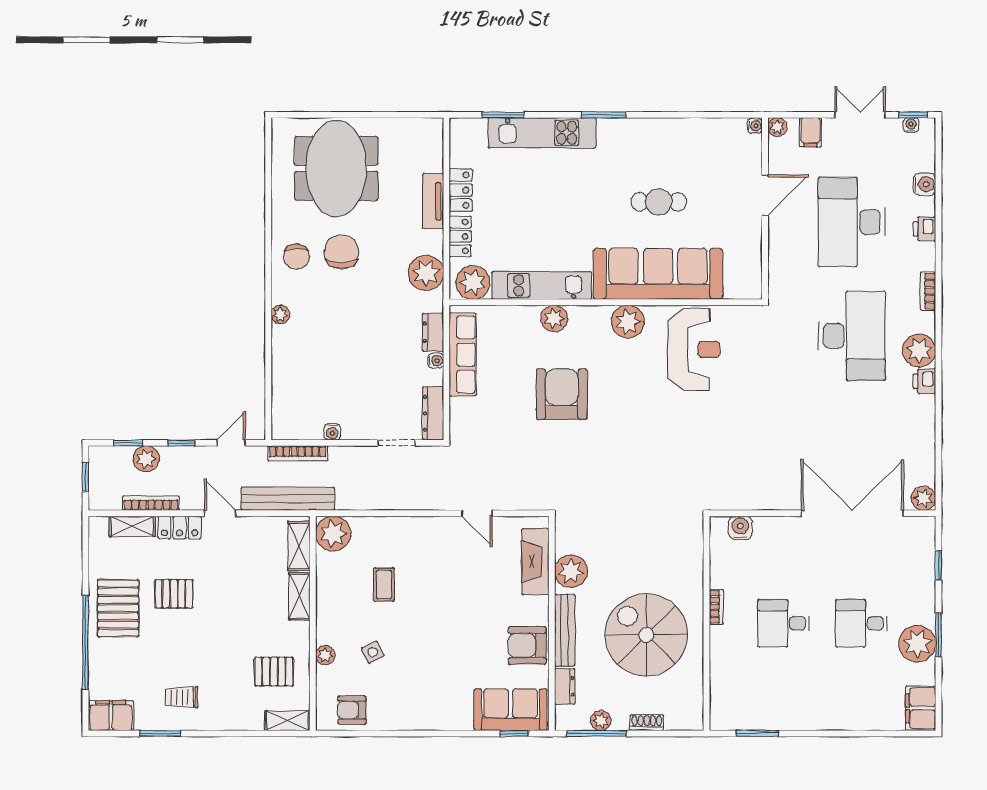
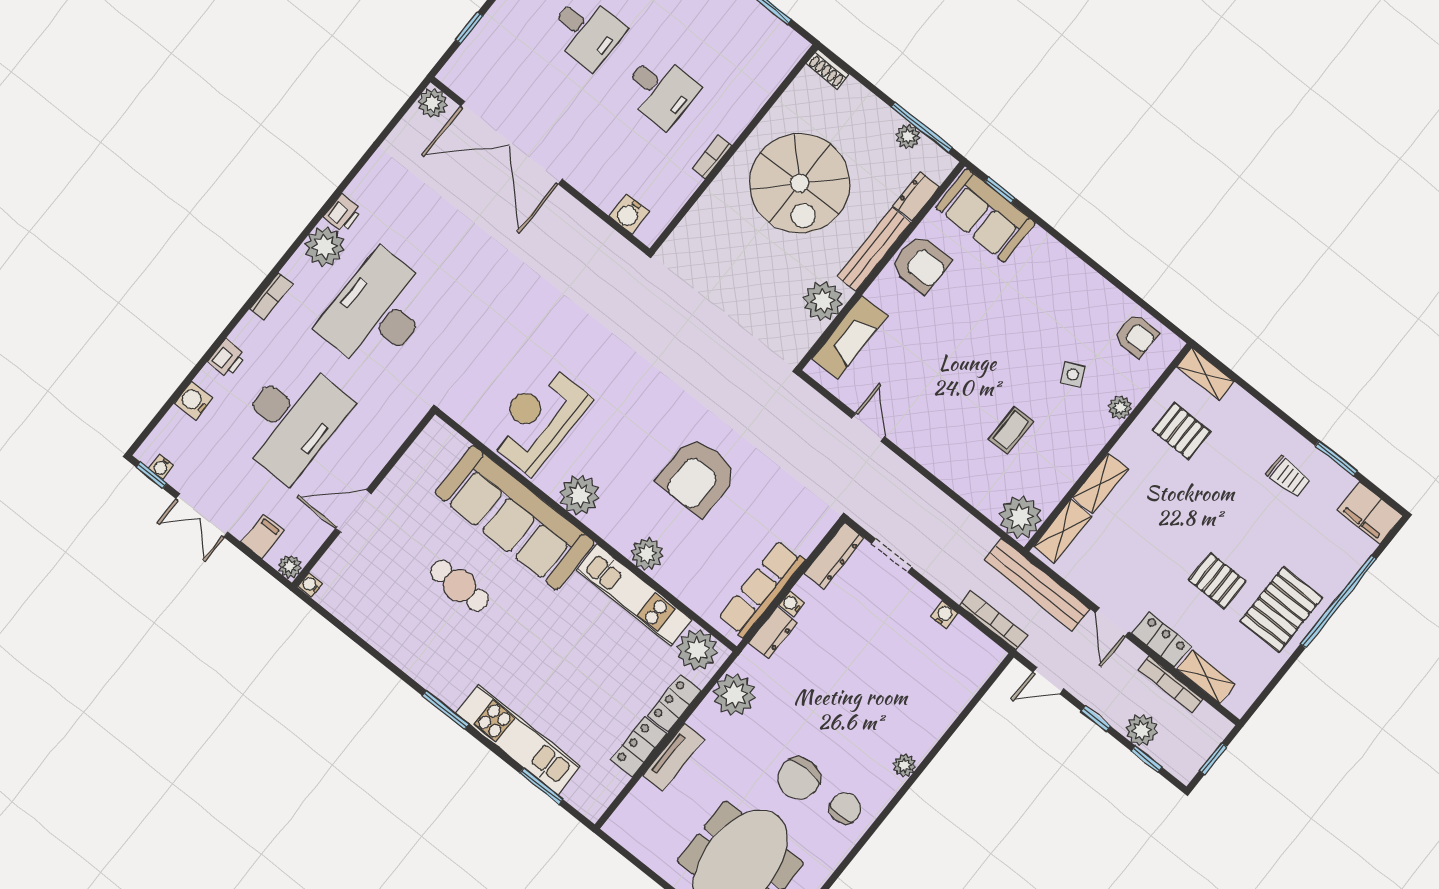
shoe rack: (647, 723) -> (828, 69), moved

